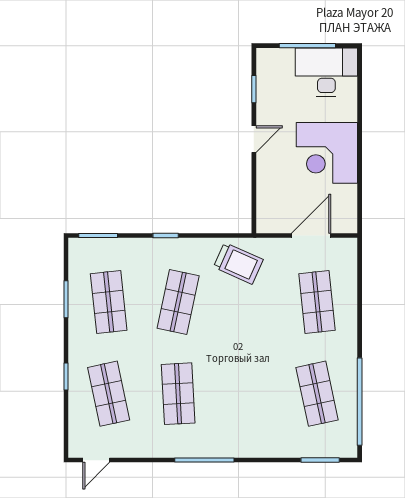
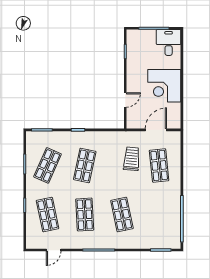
desk: (326, 72) -> (169, 42), width x0.73
door: (254, 139) -> (125, 100), moved
trolley: (238, 263) -> (132, 159), moved, turned -109
shop shelf: (109, 302) -> (48, 165), turned 30
shop shelf: (317, 394) -> (122, 215), moved
door: (96, 460) -> (54, 250), moved

